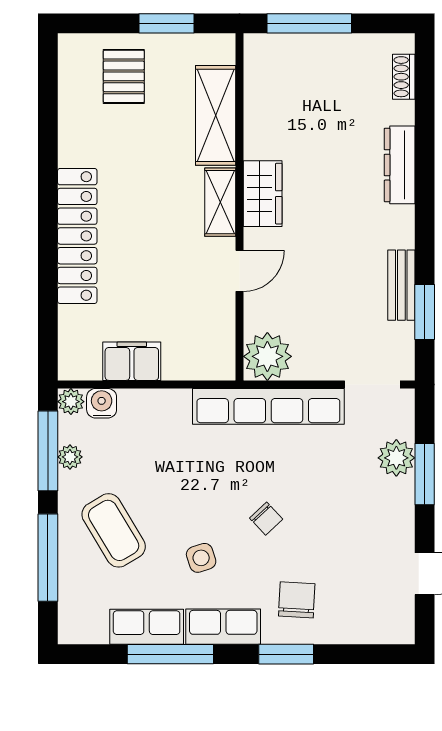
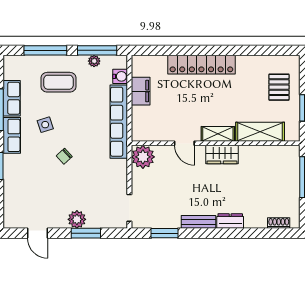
pallet: (124, 76) -> (279, 87), turned 90
dresser: (400, 165) -> (230, 221), width x0.70
bench: (401, 285) -> (199, 222), moved
plant: (71, 402) -> (121, 61), removed
row of seats: (268, 406) -> (119, 122), moved
plant: (396, 458) -> (77, 219), moved
coffee table: (114, 530) -> (59, 82), turned 31
chair: (297, 600) -> (25, 171), removed

